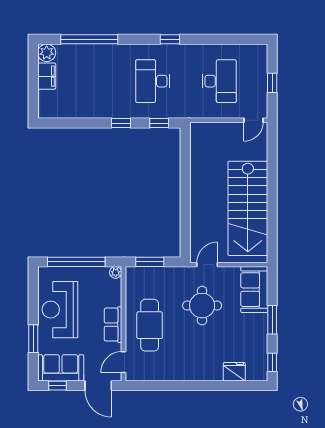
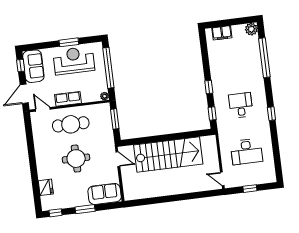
filing cabinet: (47, 76) -> (222, 33), moved
desk: (153, 81) -> (241, 105), width x0.73
stairs: (248, 208) -> (168, 155), moved, turned 180
round table: (202, 306) -> (76, 159), moved
window: (33, 339) -> (69, 42), moved

